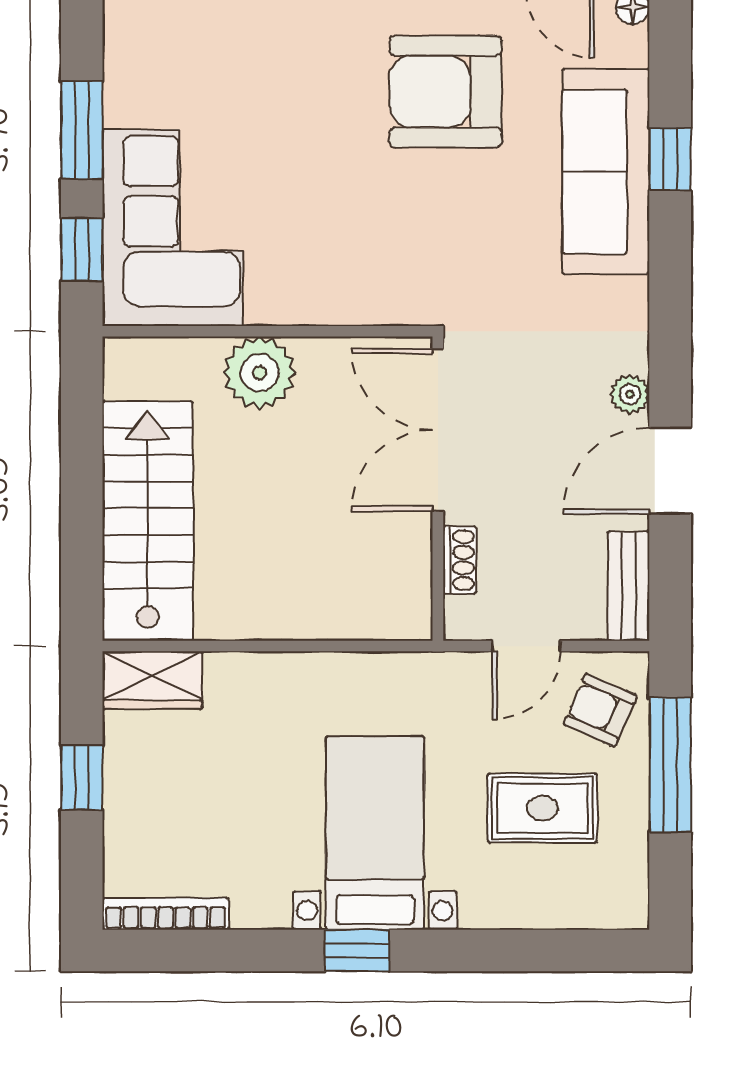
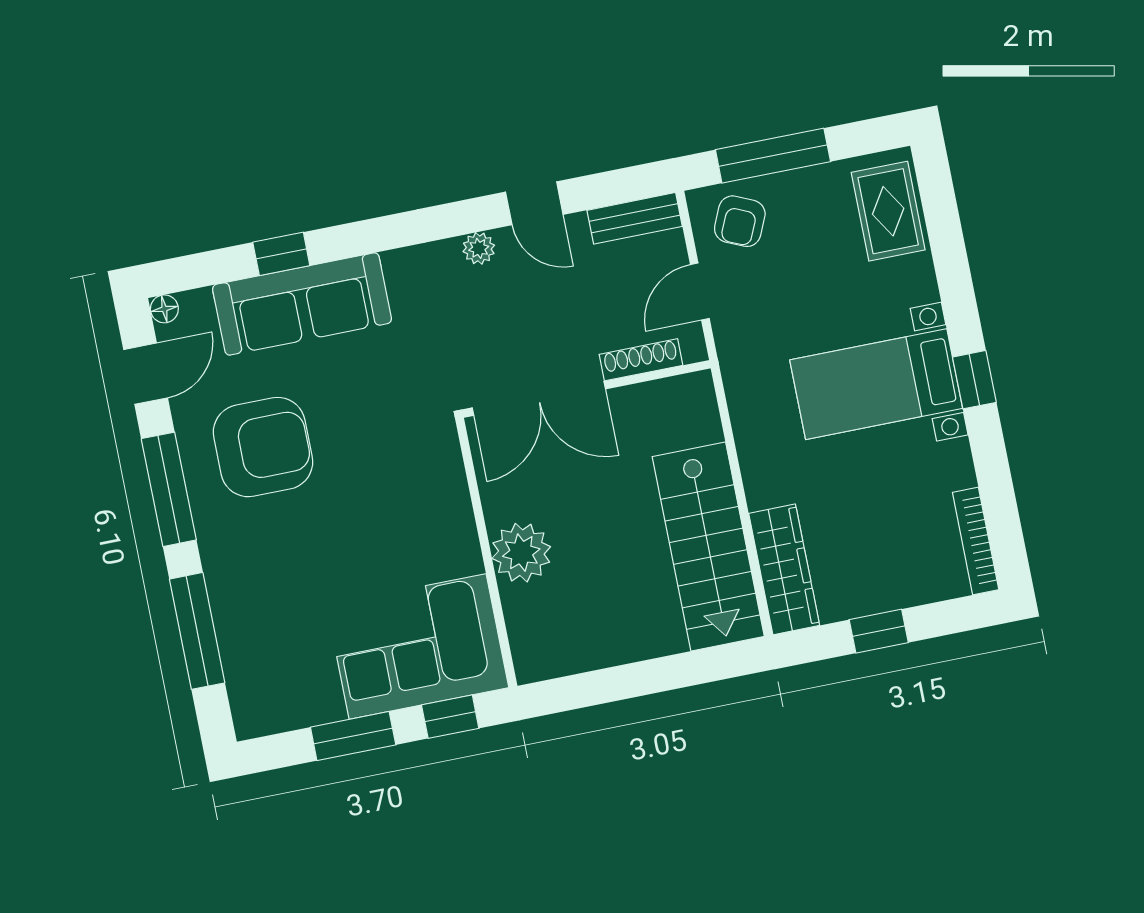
armchair: (446, 92) -> (263, 447), turned -90
door: (670, 471) -> (534, 203), width x0.73
stairs: (148, 521) -> (708, 546), moved, turned -90
shoe rack: (460, 560) -> (641, 360), width x1.43
door: (526, 646) -> (700, 292), swing flipped
wardrobe: (152, 680) -> (784, 569), width x1.50
rug: (542, 808) -> (888, 211), moved

